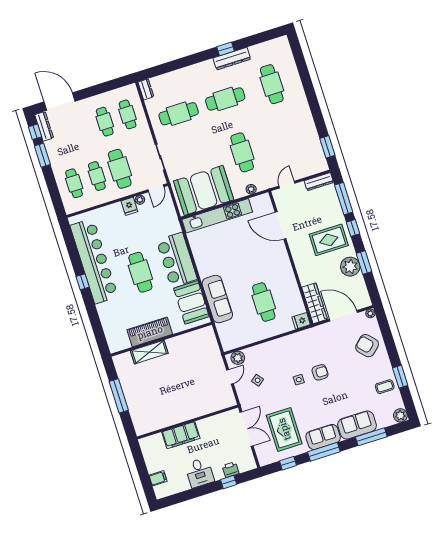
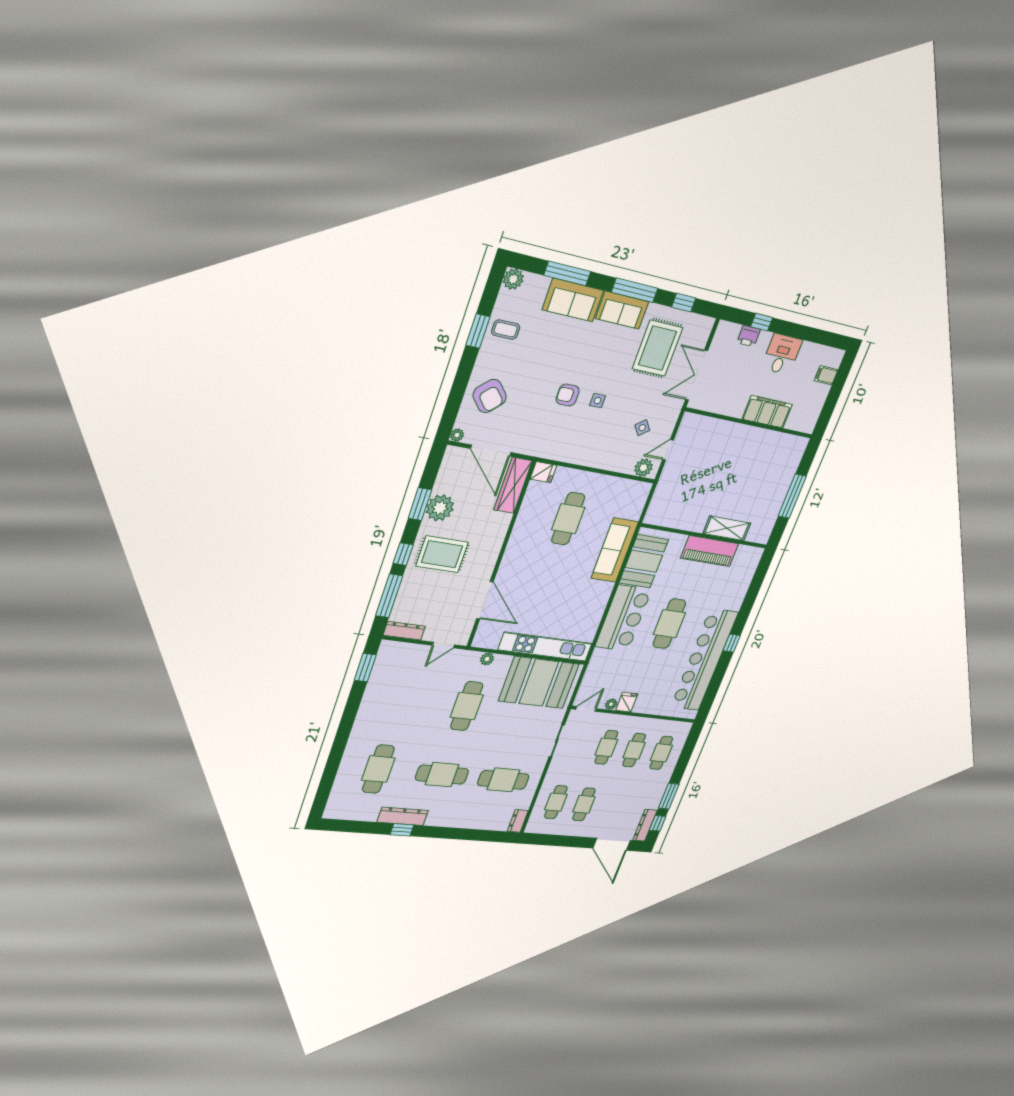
cafe table: (120, 169) -> (606, 747), width x0.73, depth x0.74

